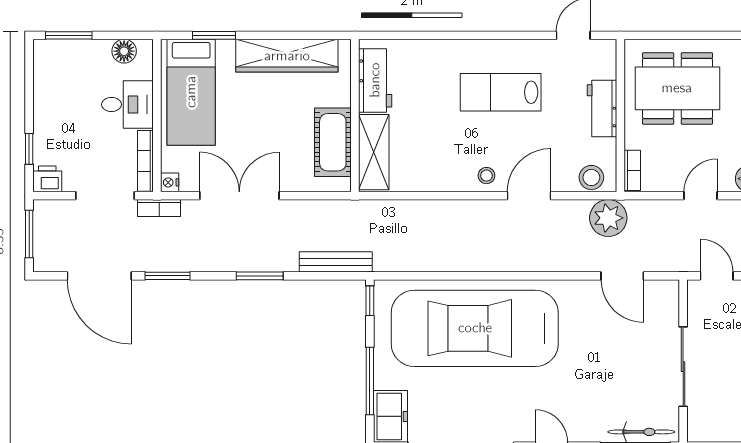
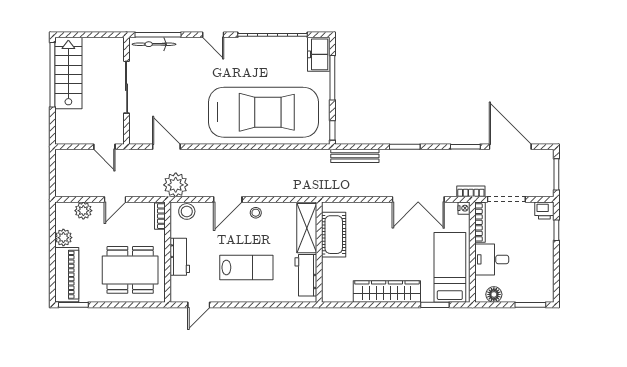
workbench: (375, 80) -> (306, 275), moved
wall: (355, 116) -> (319, 252), moved
cot: (333, 142) -> (334, 235), moved
shelving: (374, 152) -> (307, 228), moved

